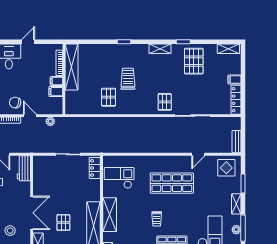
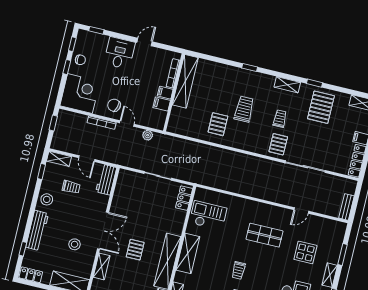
trolley: (161, 80) -> (280, 119), added
display table: (226, 168) -> (305, 252), moved
shop shelf: (172, 183) -> (265, 235), width x0.70, depth x0.74

